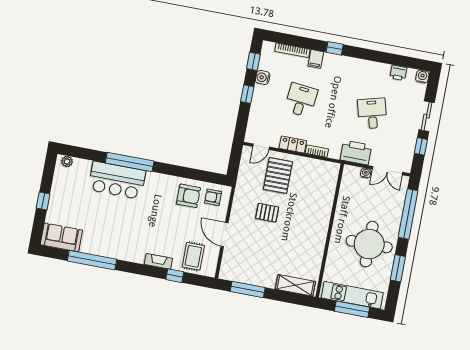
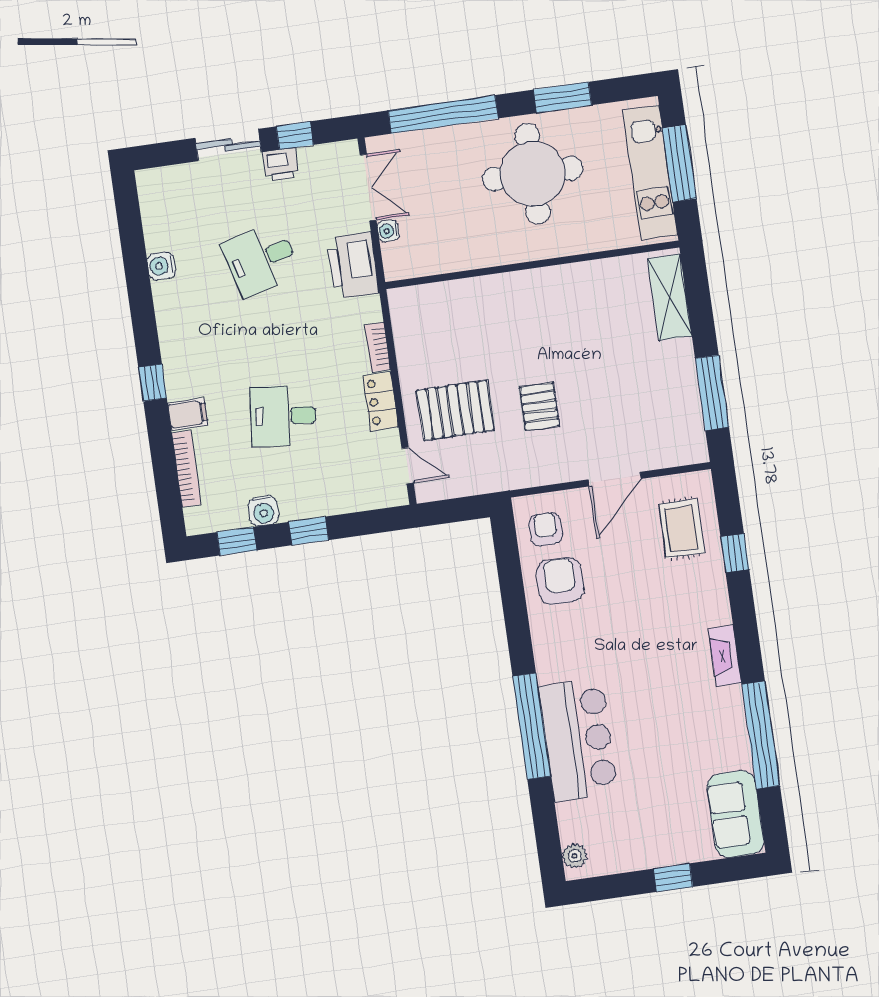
printer: (398, 73) -> (281, 165), moved, turned 90
water cooler: (422, 77) -> (161, 266), moved
armchair: (213, 197) -> (546, 529), turned 180
rug: (193, 256) -> (682, 528), turned 90
fireplace: (158, 261) -> (725, 656), moved

